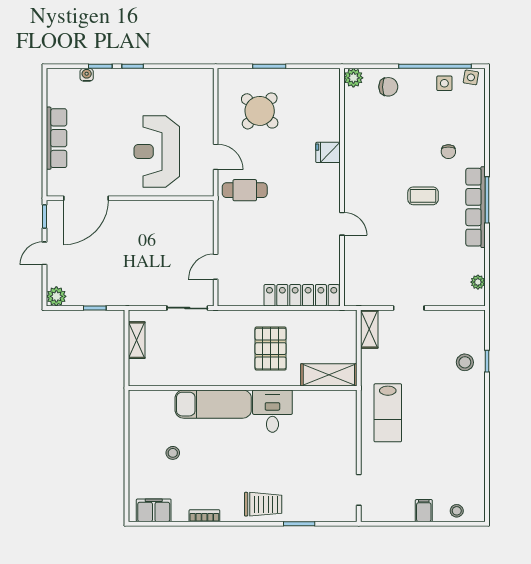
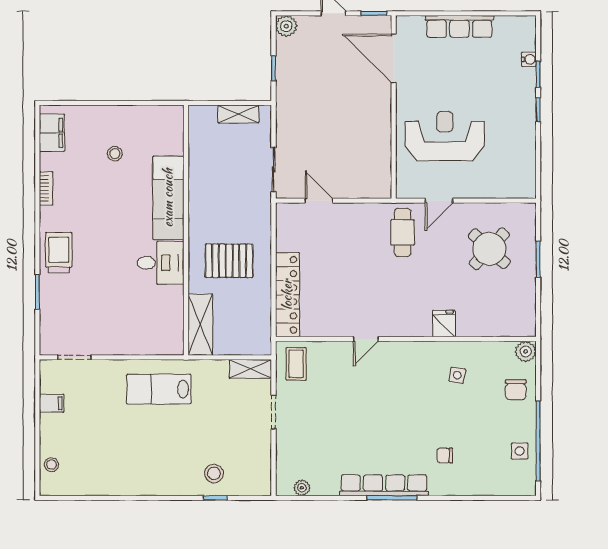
side table: (471, 77) -> (457, 375), moved
coffee table: (423, 196) -> (296, 364), moved
trolley: (263, 504) -> (59, 253), turned 180
filing cabinet: (424, 511) -> (52, 403), moved

